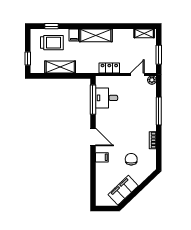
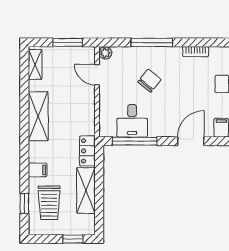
shelving: (96, 35) -> (38, 116), moved
trolley: (52, 43) -> (49, 203), turned 180
locker: (109, 68) -> (87, 151), moved
chair: (133, 109) -> (149, 81), added

